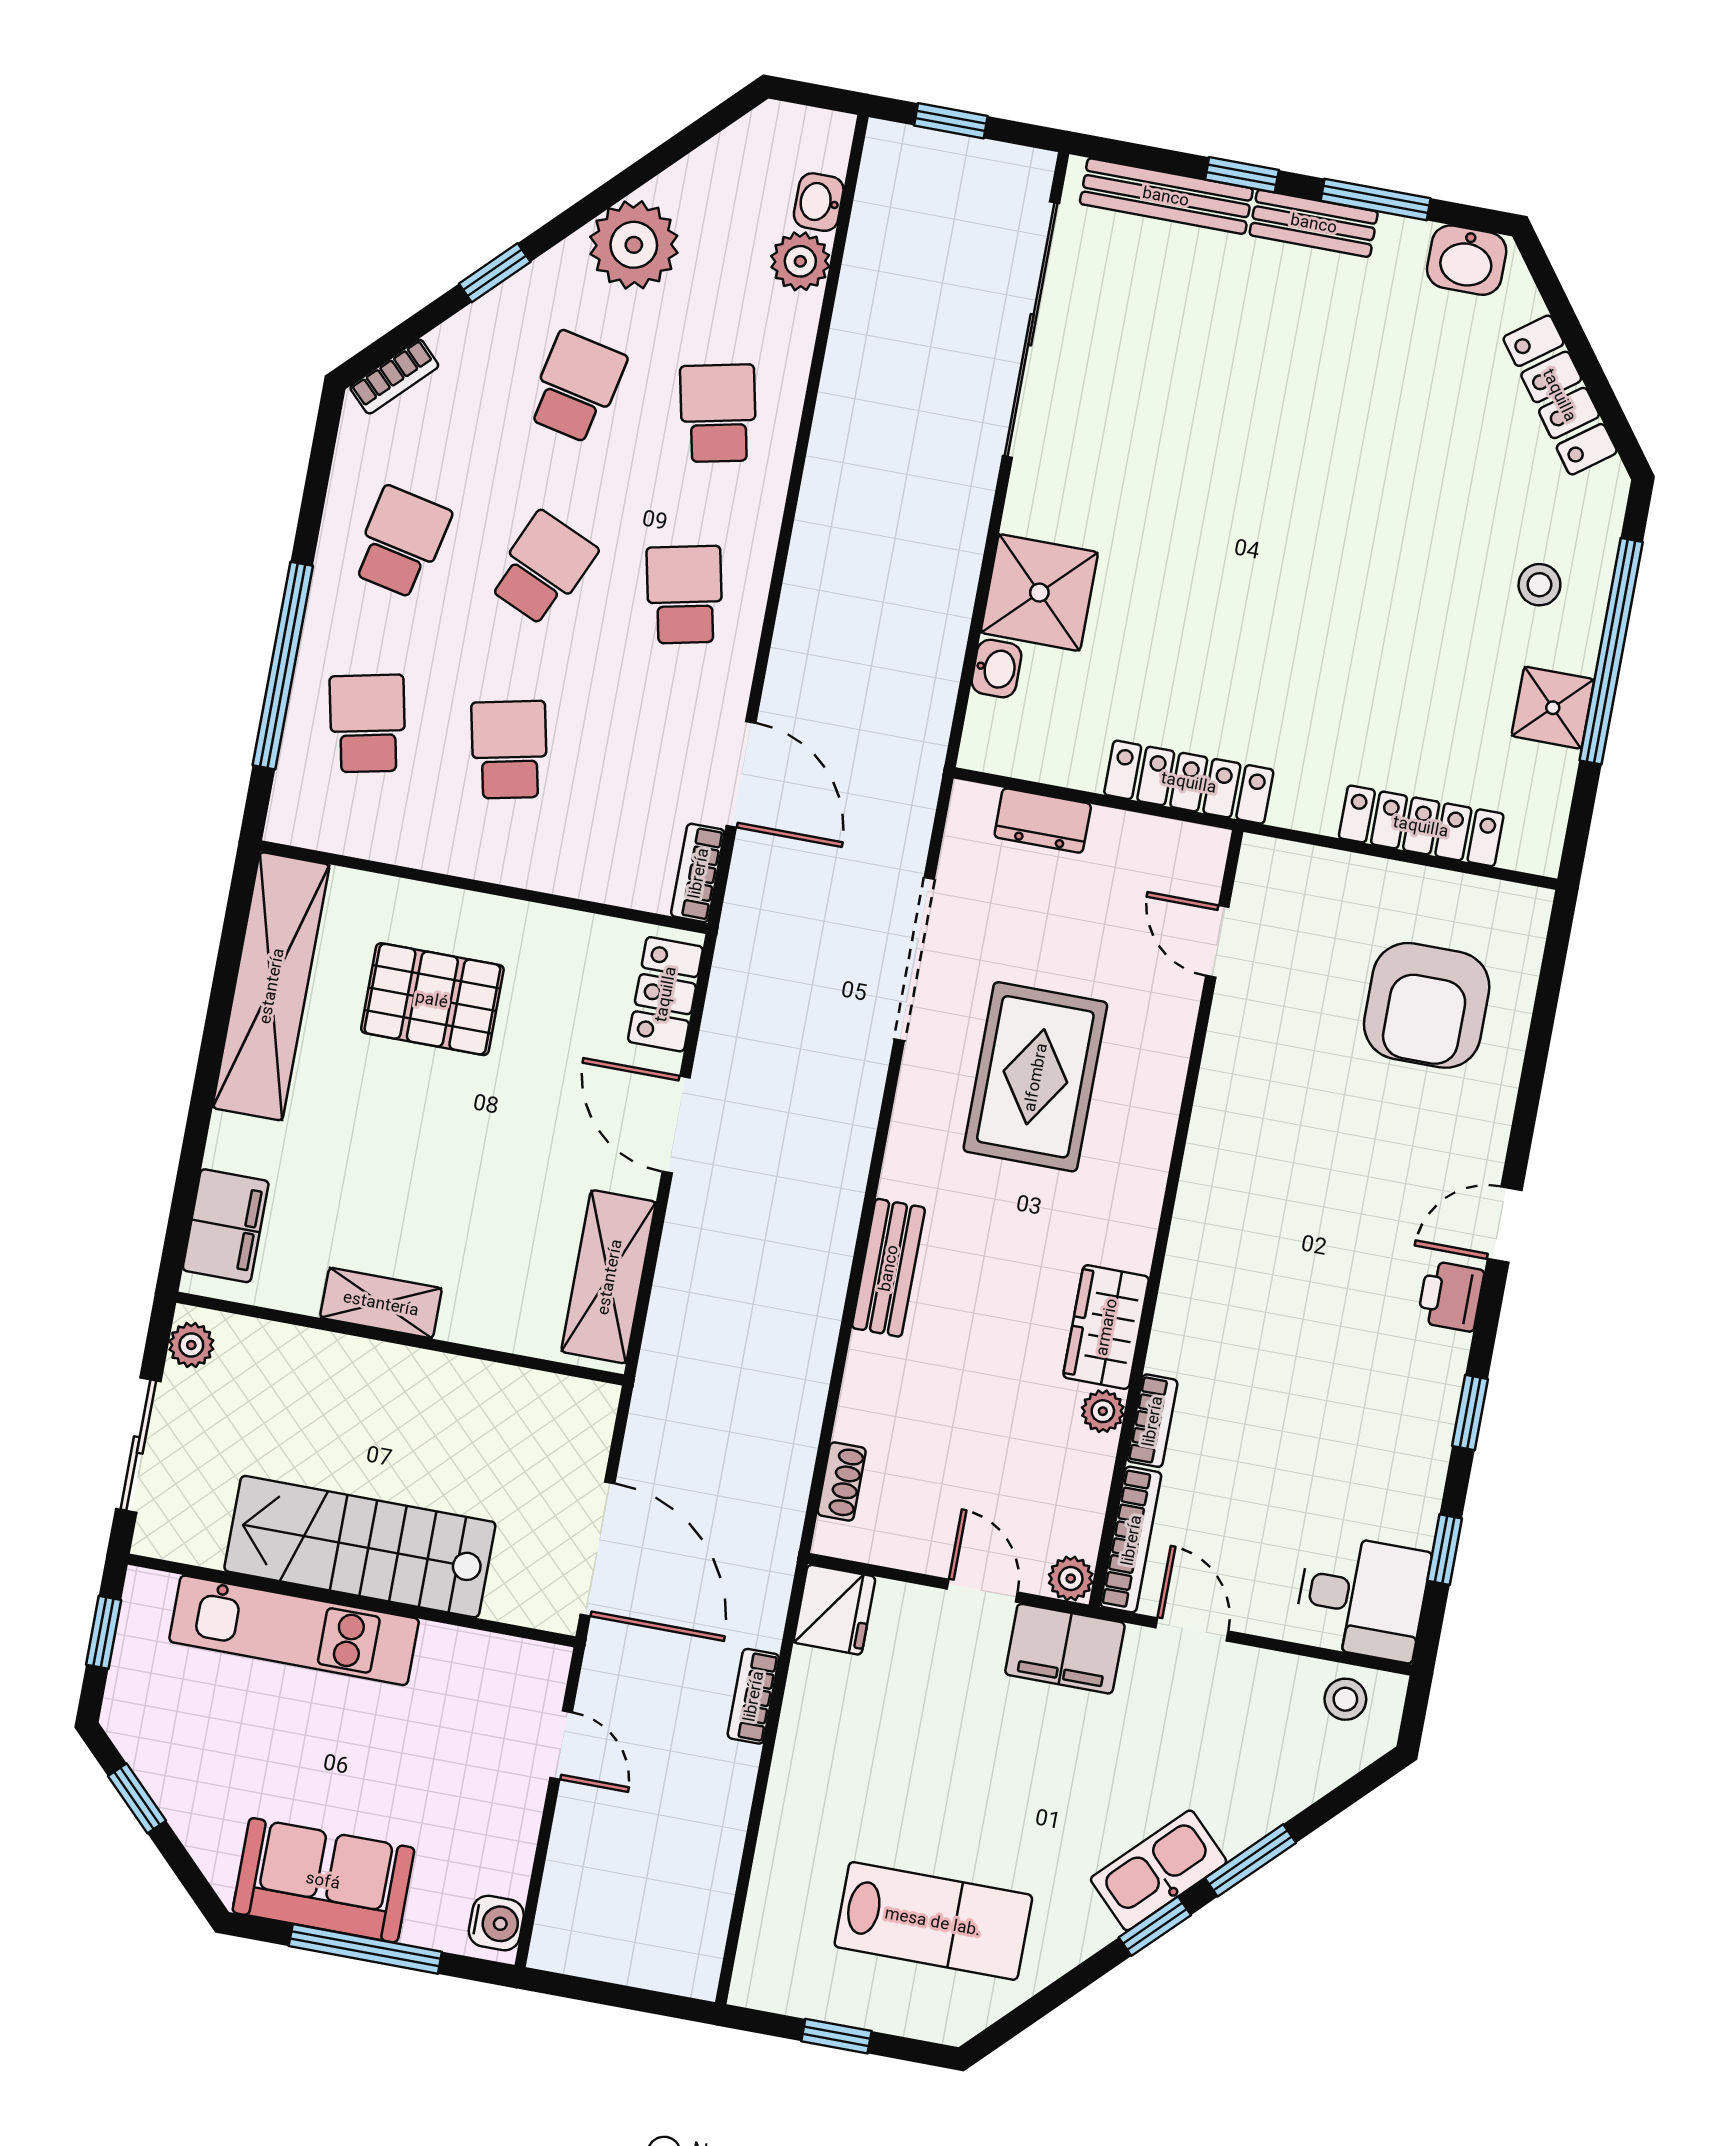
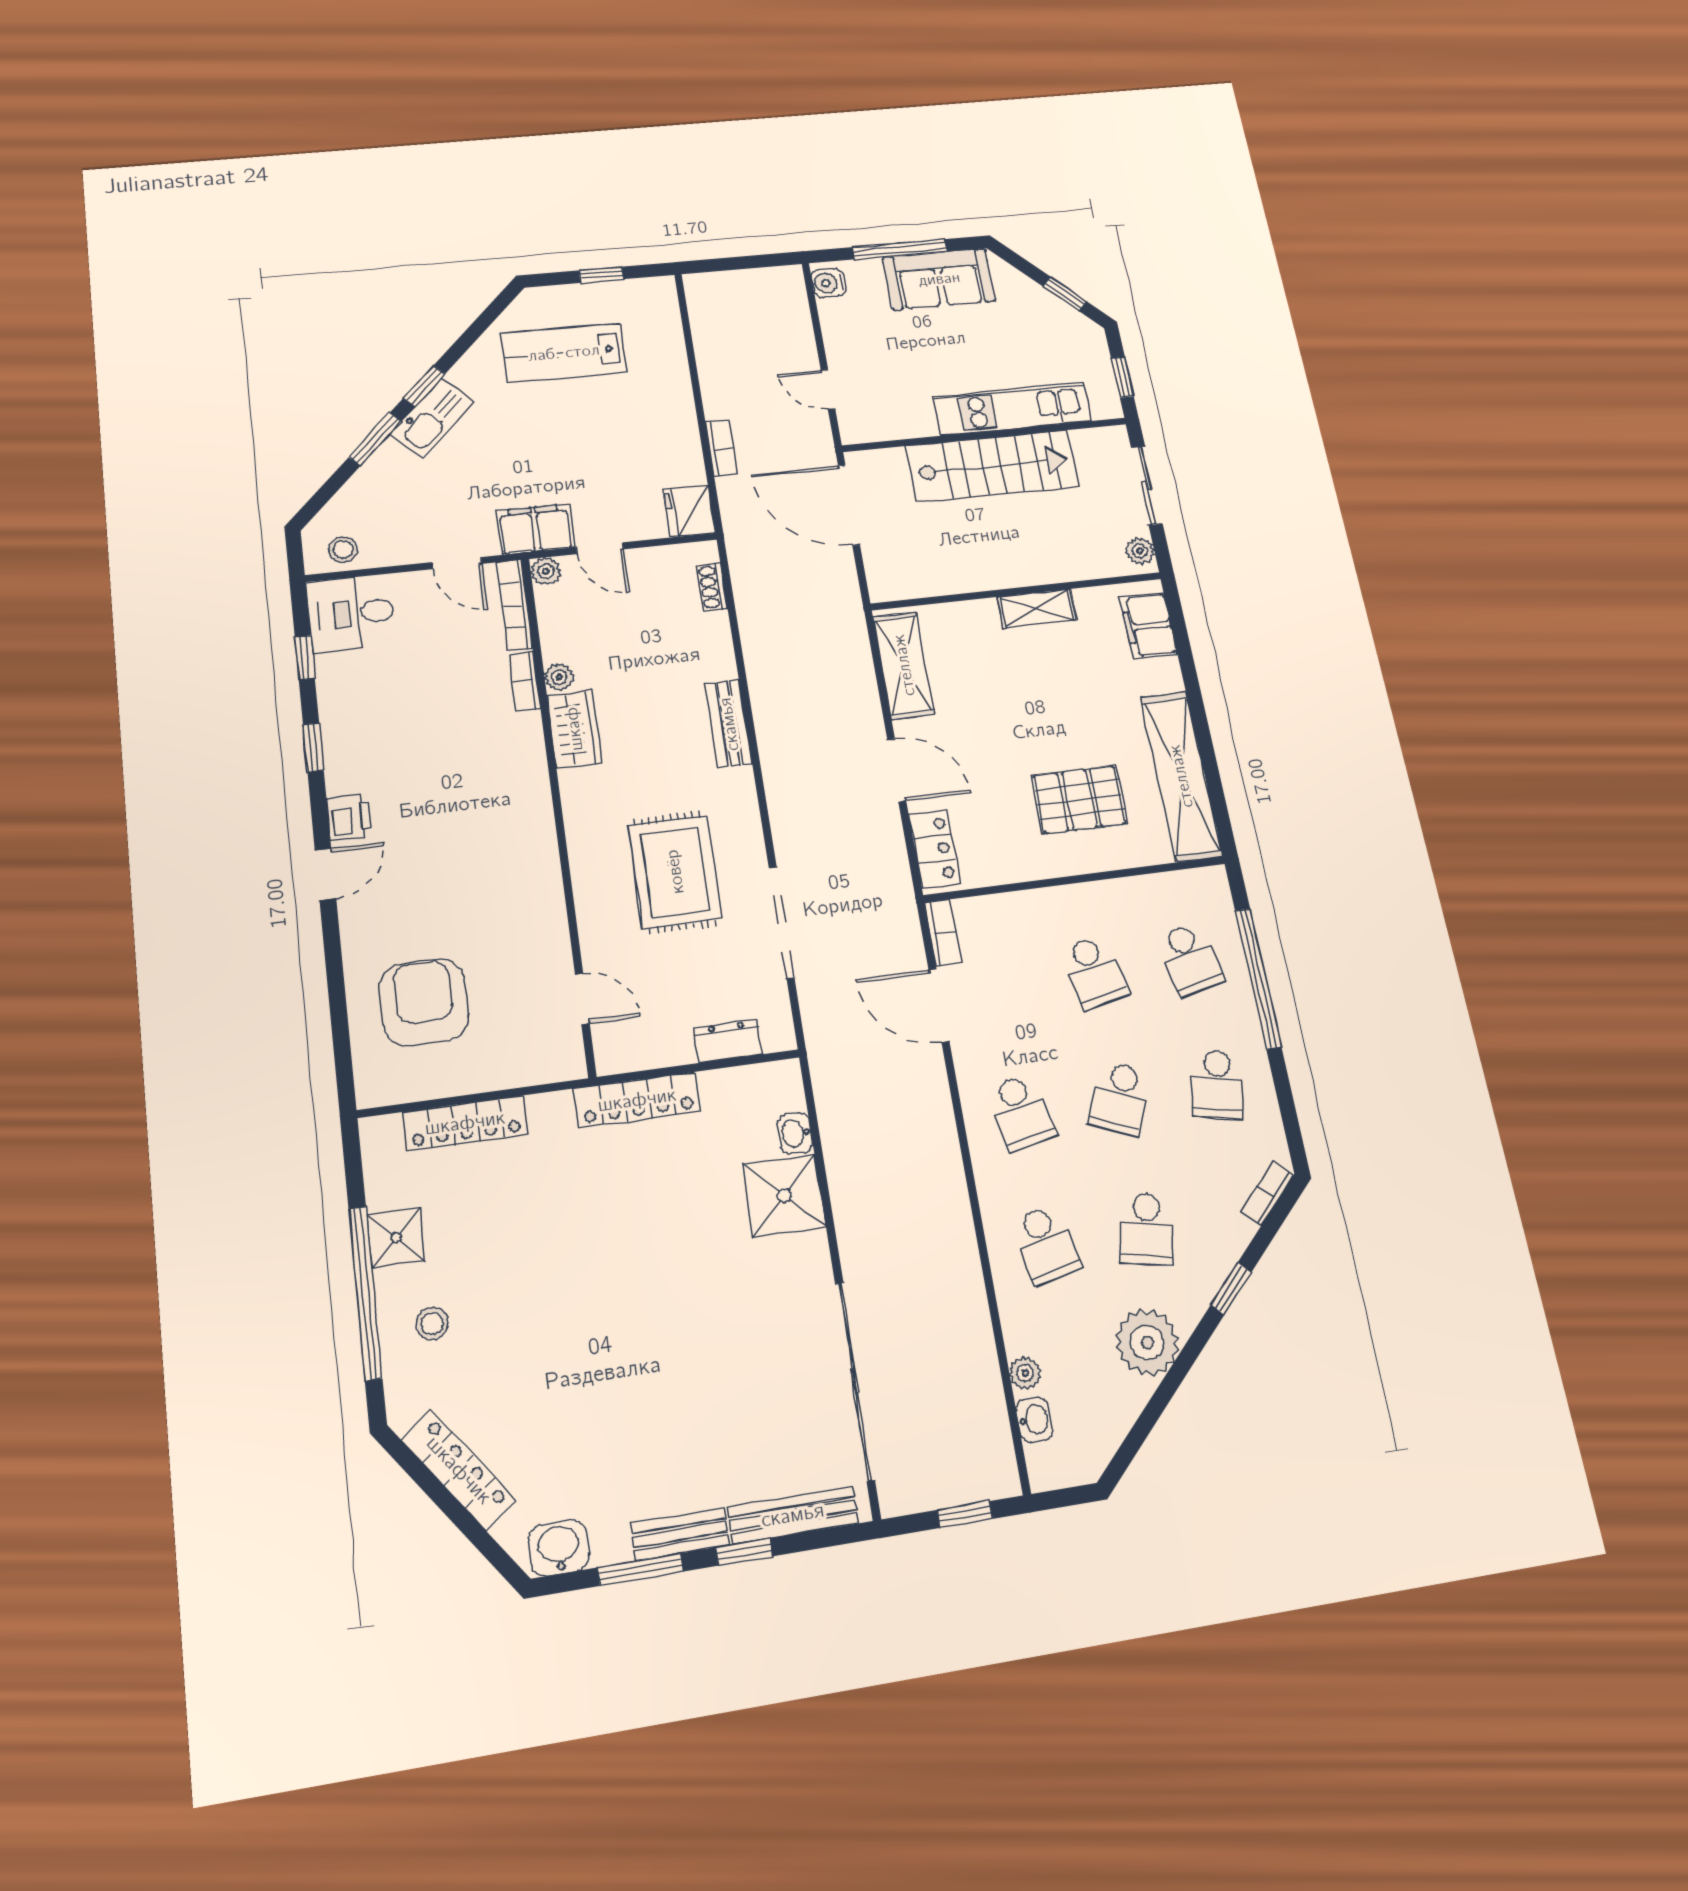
plant: (800, 261) -> (1025, 1373), width x0.73, depth x0.73

